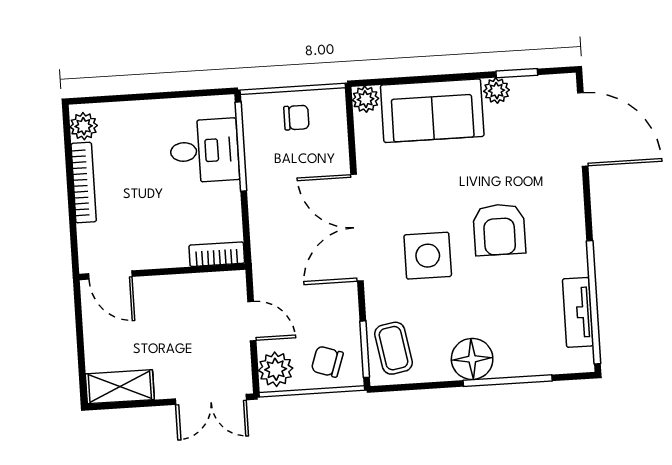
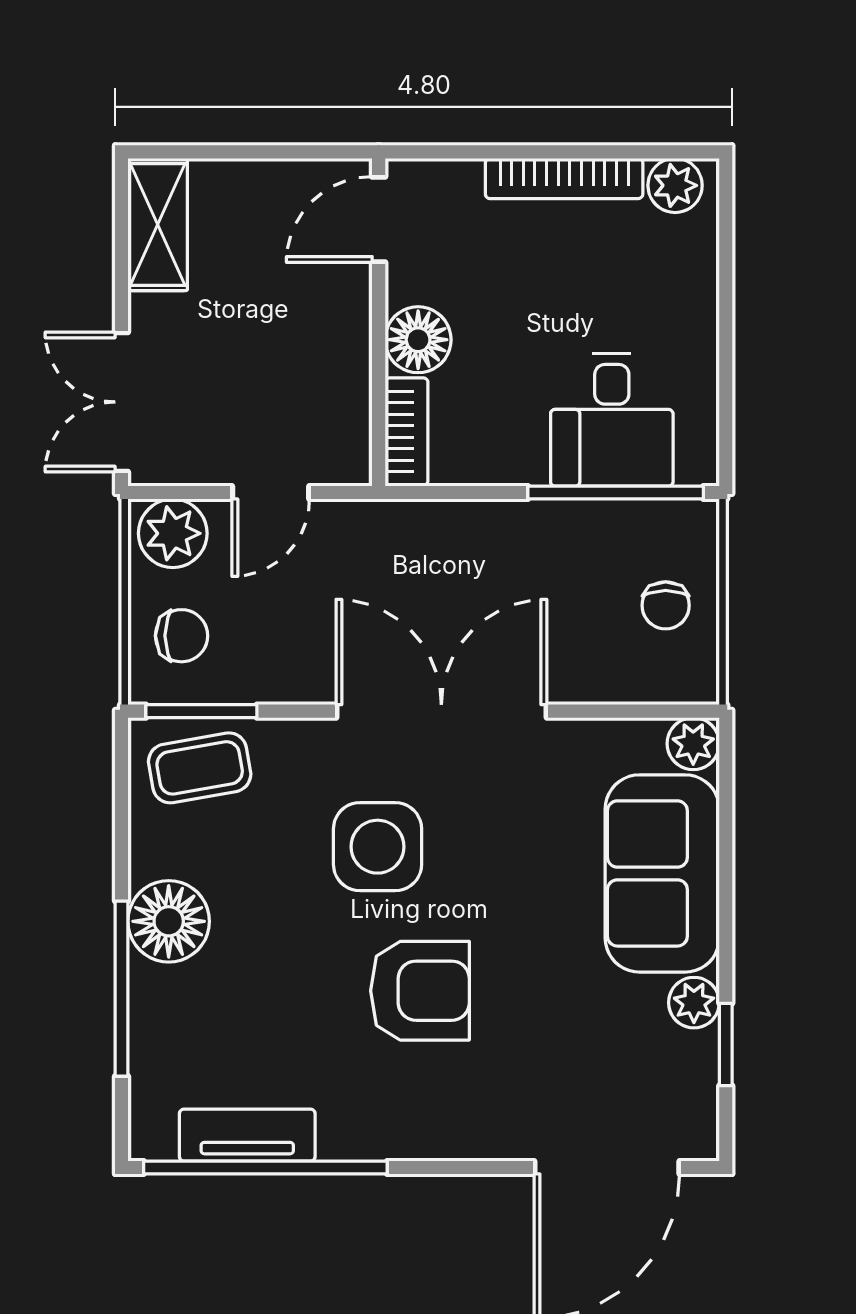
armchair: (499, 230) -> (420, 991), turned 180
floor lamp: (170, 251) -> (418, 340), added
chair: (327, 362) -> (182, 636), turned 71

